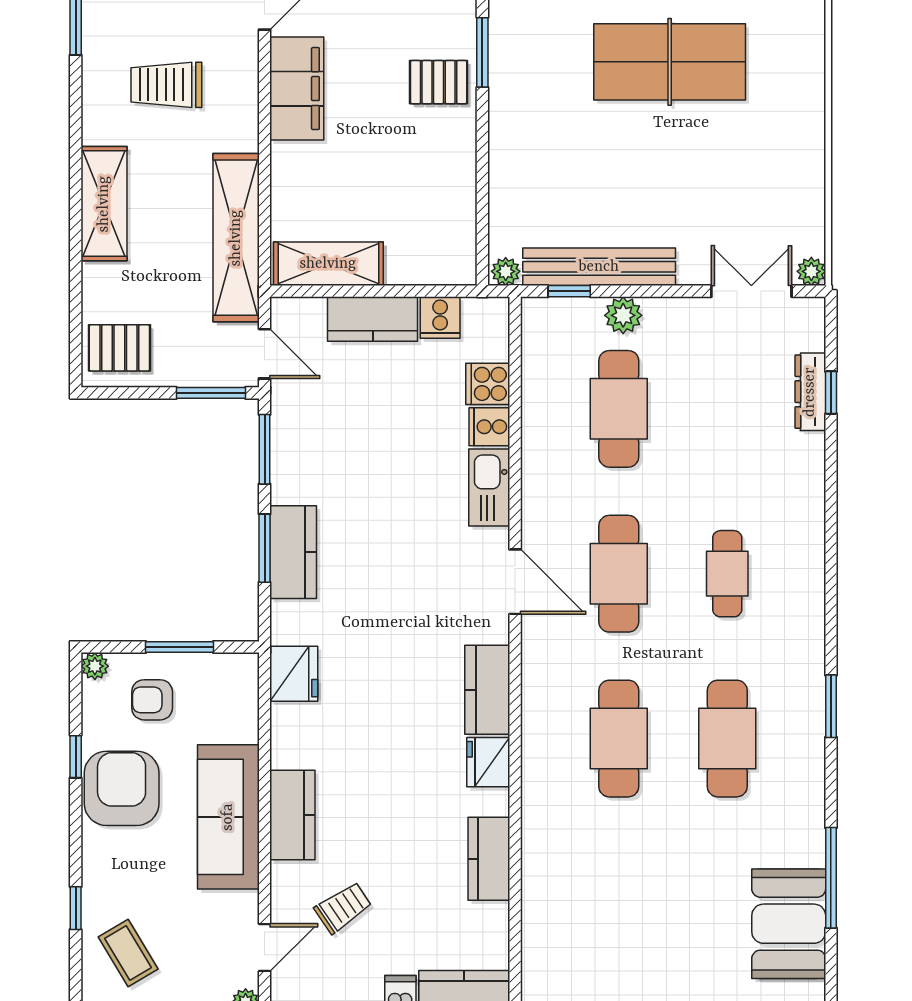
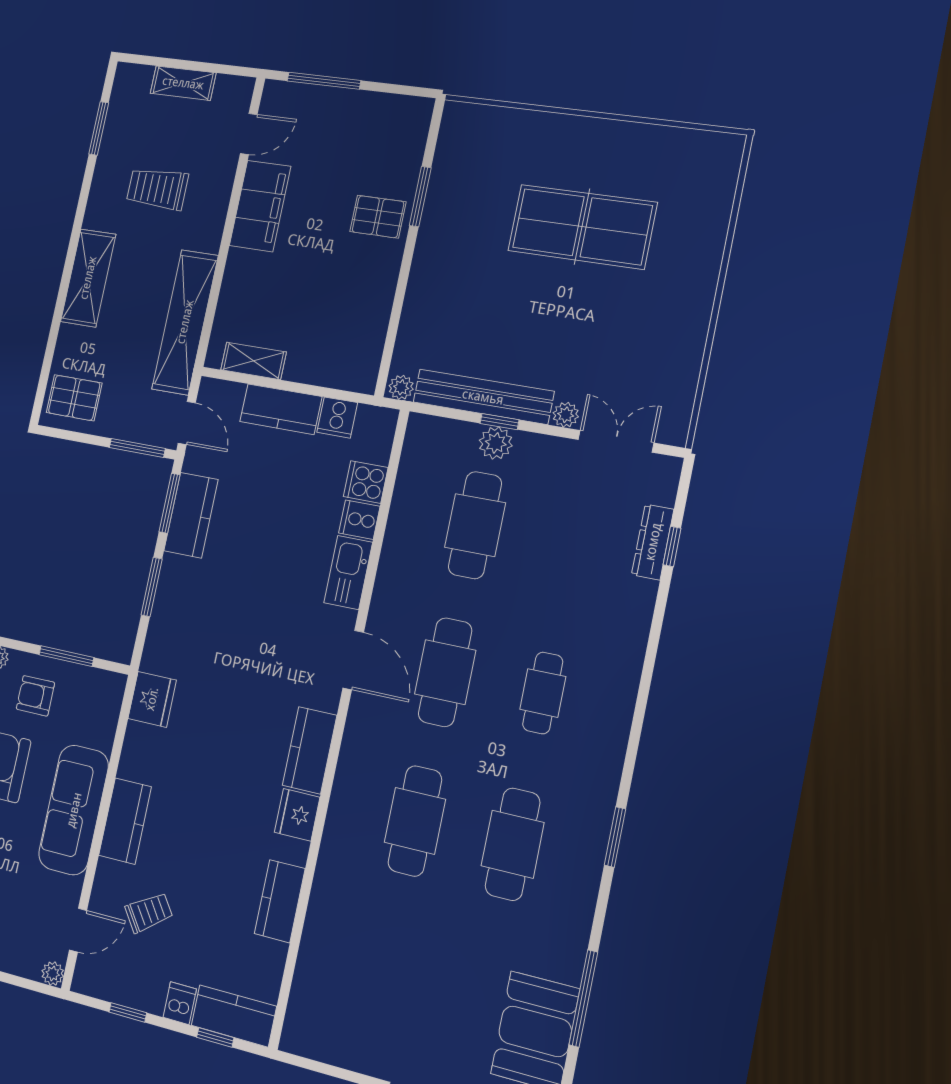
shelving: (328, 264) -> (254, 361), width x0.67, depth x0.75
plant: (811, 271) -> (566, 415), moved
window: (569, 291) -> (499, 422), moved
kitchen counter: (293, 552) -> (191, 515), moved

